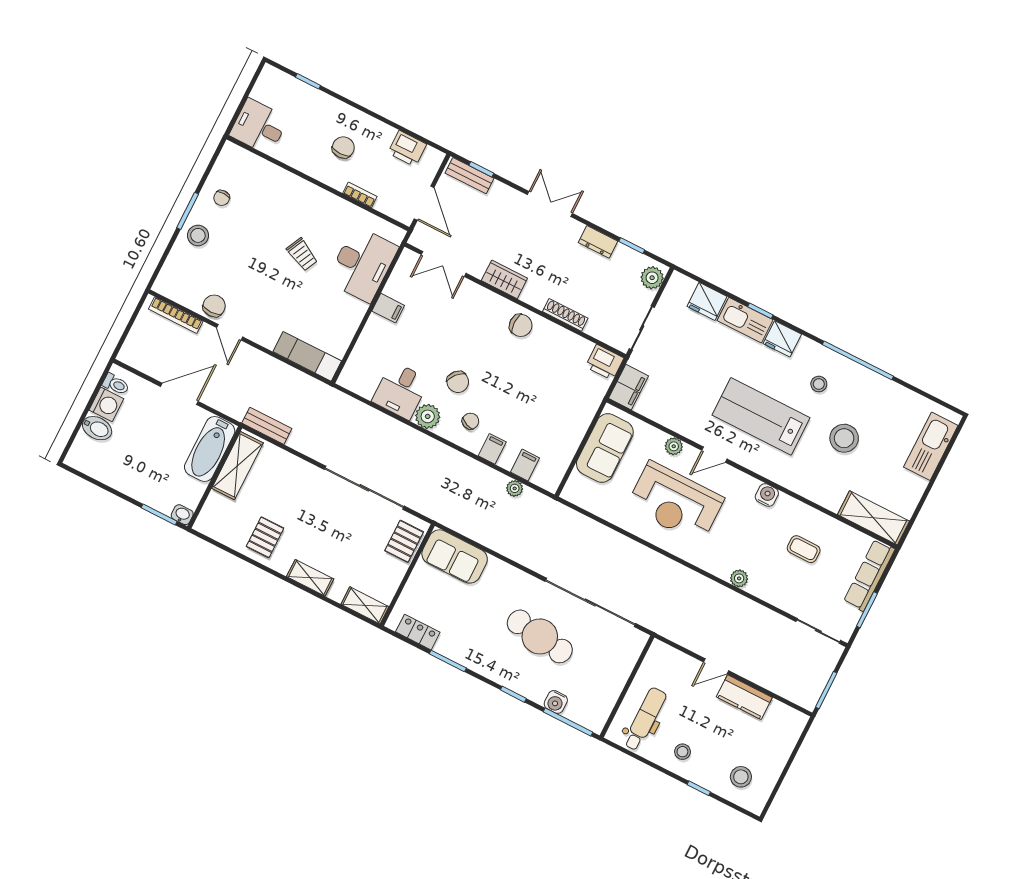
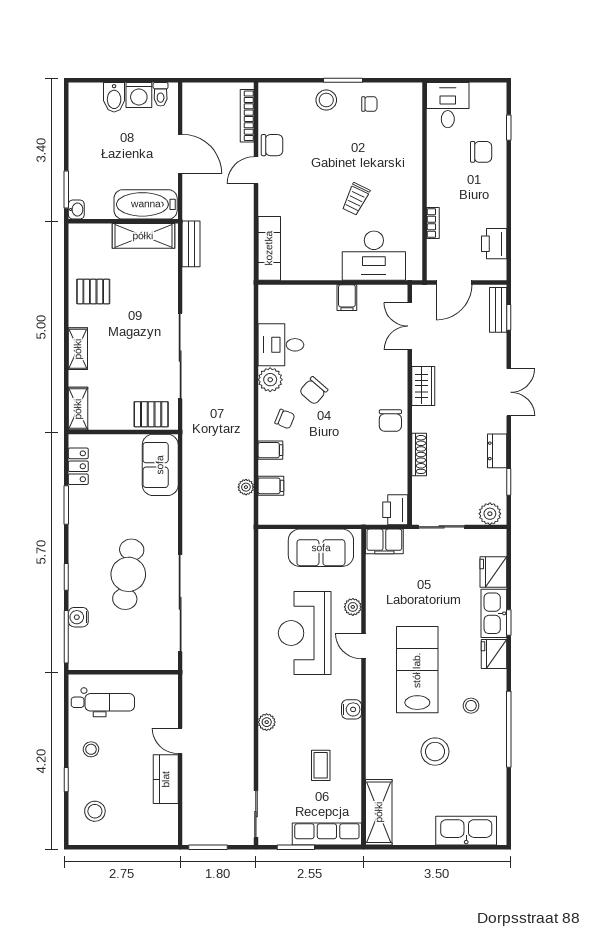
chair: (343, 148) -> (481, 152), moved
chair: (222, 198) -> (369, 104), turned 180

